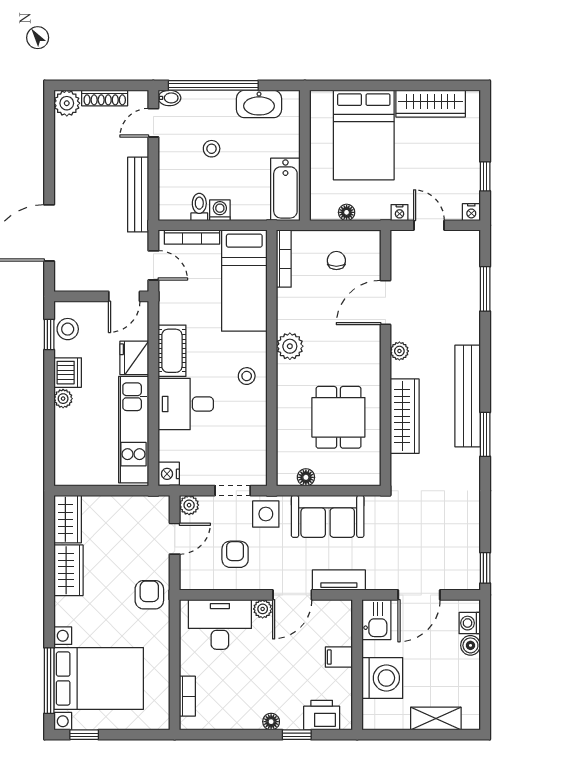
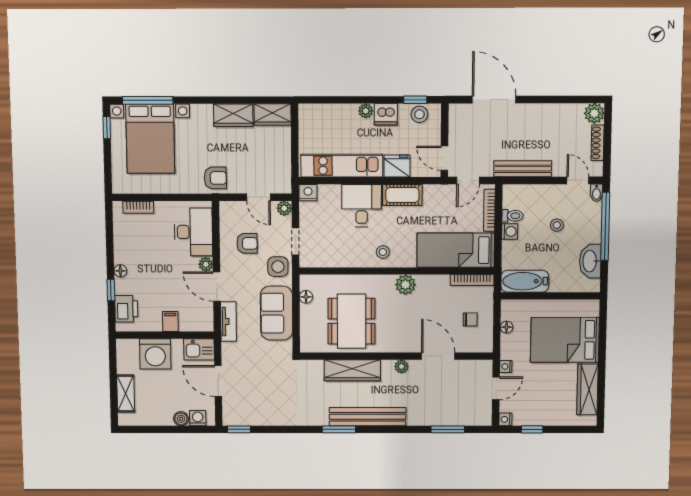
dining table: (338, 417) -> (351, 321), width x1.38

